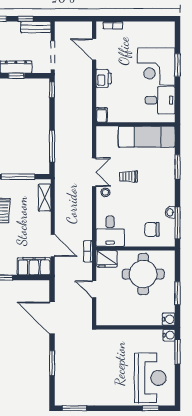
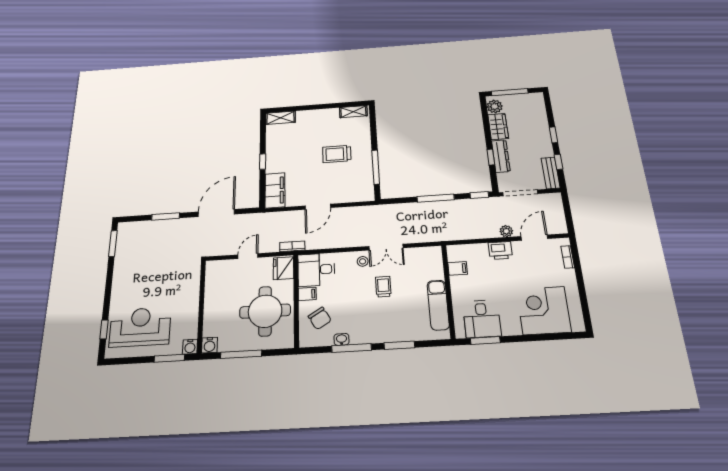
window: (178, 65) -> (485, 340), moved
corner desk: (156, 67) -> (544, 310), moved
plant: (87, 71) -> (506, 231), added
filing cabinet: (102, 115) -> (458, 268), moved
exam couch: (147, 137) -> (438, 305), width x0.73, depth x0.69
window: (52, 146) -> (436, 198), moved
shelving: (45, 198) -> (353, 196), removed
window: (178, 223) -> (352, 348), moved
chair: (152, 229) -> (320, 318), turned 149
filing cabinet: (131, 239) -> (307, 294), added
door: (53, 246) -> (318, 207), moved
window: (178, 293) -> (241, 354), width x1.44
reception desk: (150, 378) -> (140, 327), turned 180

